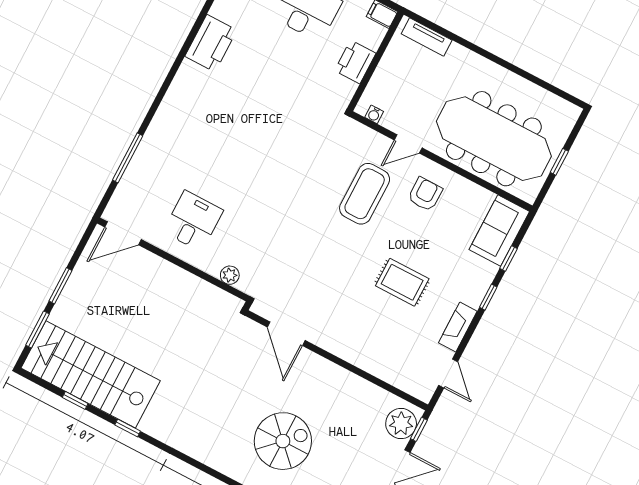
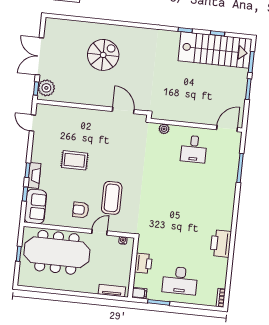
armchair: (425, 194) -> (81, 210), turned 90
fireplace: (458, 327) -> (34, 175), moved
spiral stairs: (283, 441) -> (103, 55), turned 180

